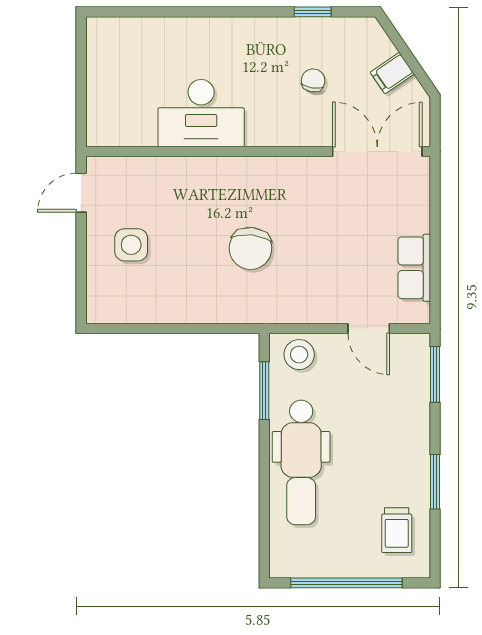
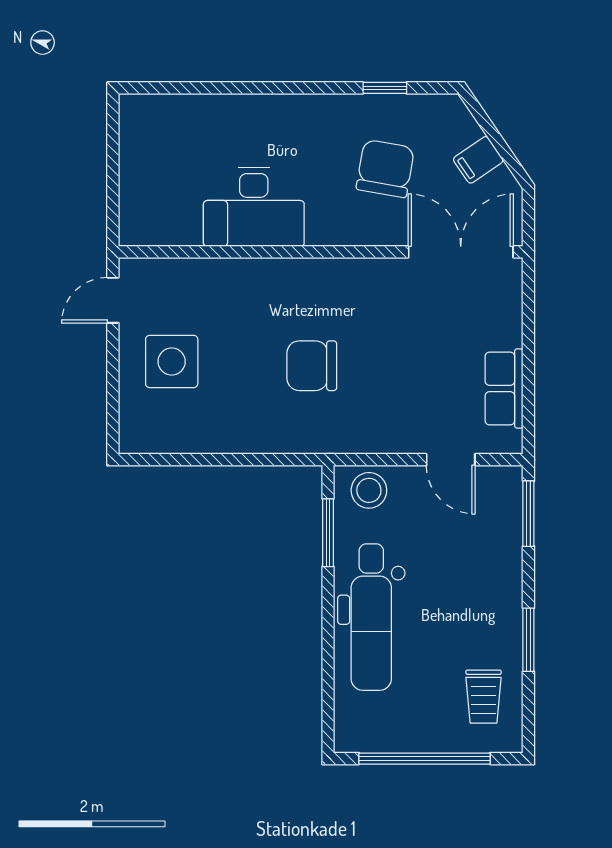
chair: (313, 81) -> (385, 169), width x1.87, depth x1.87
side table: (131, 245) -> (172, 362), width x1.37, depth x1.37
chair: (250, 248) -> (312, 366), turned 84

